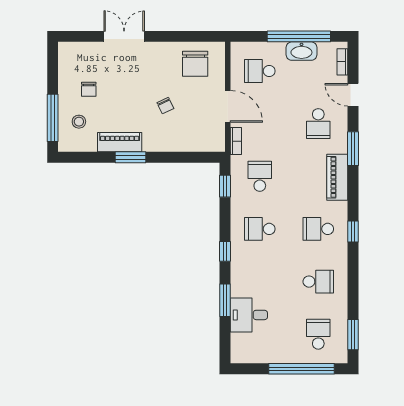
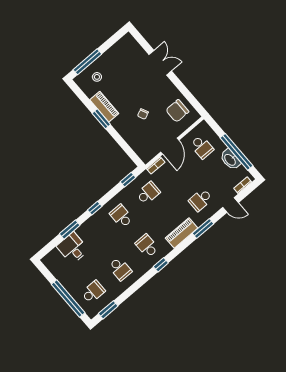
school desk: (260, 71) -> (202, 147), turned 180
chair: (89, 89) -> (118, 68), removed
door: (353, 95) -> (230, 205), swing flipped

